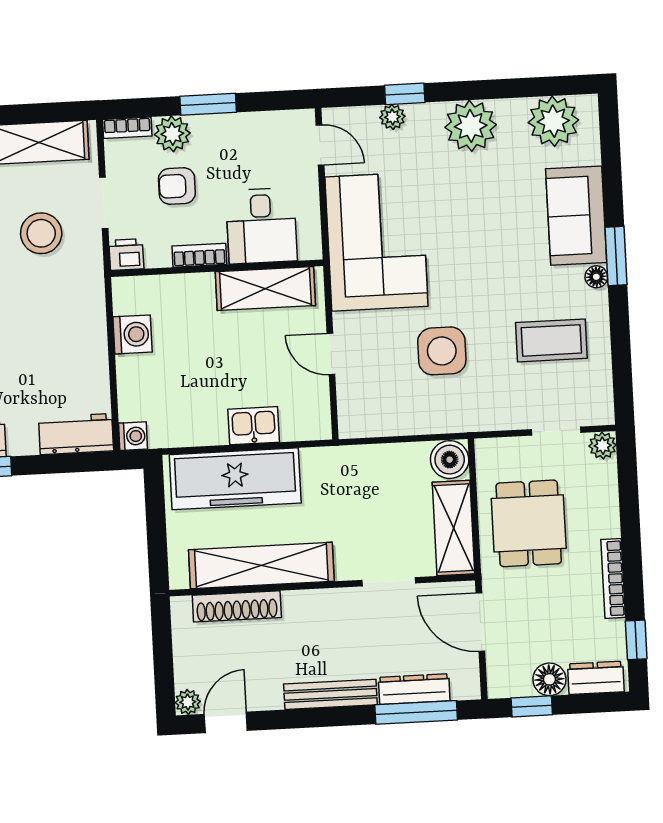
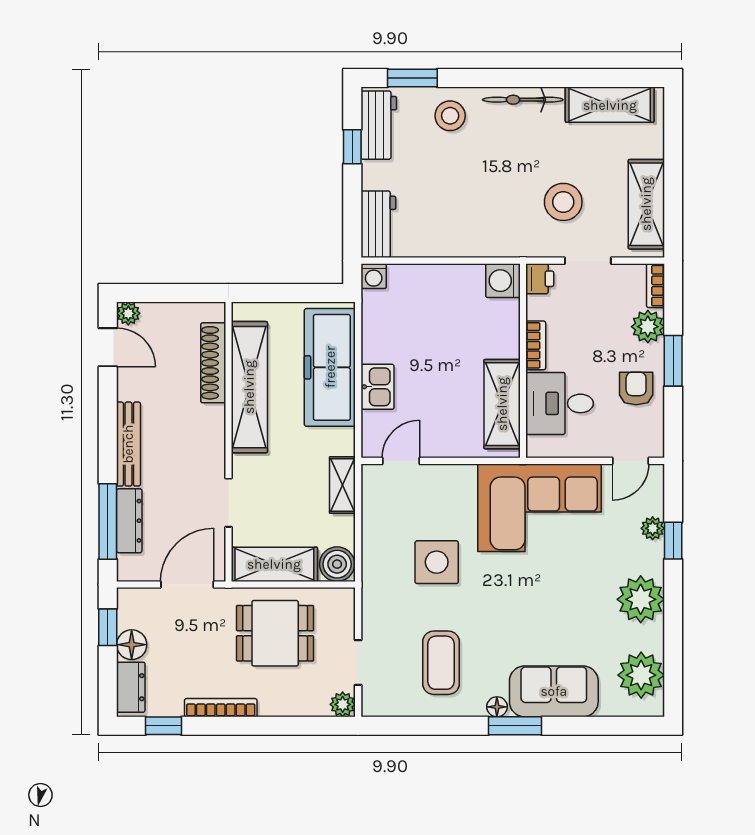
armchair: (177, 186) -> (636, 389), moved
washing machine: (133, 334) -> (503, 281), moved, turned 90
door: (331, 354) -> (401, 461), moved
shelving: (363, 458) -> (342, 485), added

